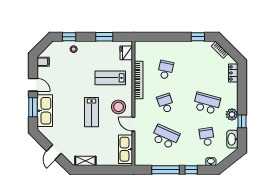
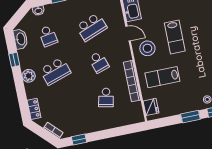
window: (104, 37) -> (190, 117), moved
lab bench: (110, 78) -> (162, 77), turned 180
school desk: (207, 103) -> (55, 71), turned -33
lab bench: (92, 112) -> (175, 37), turned 180
plant: (232, 114) -> (29, 76), moved
school desk: (166, 137) -> (91, 27), turned -45

